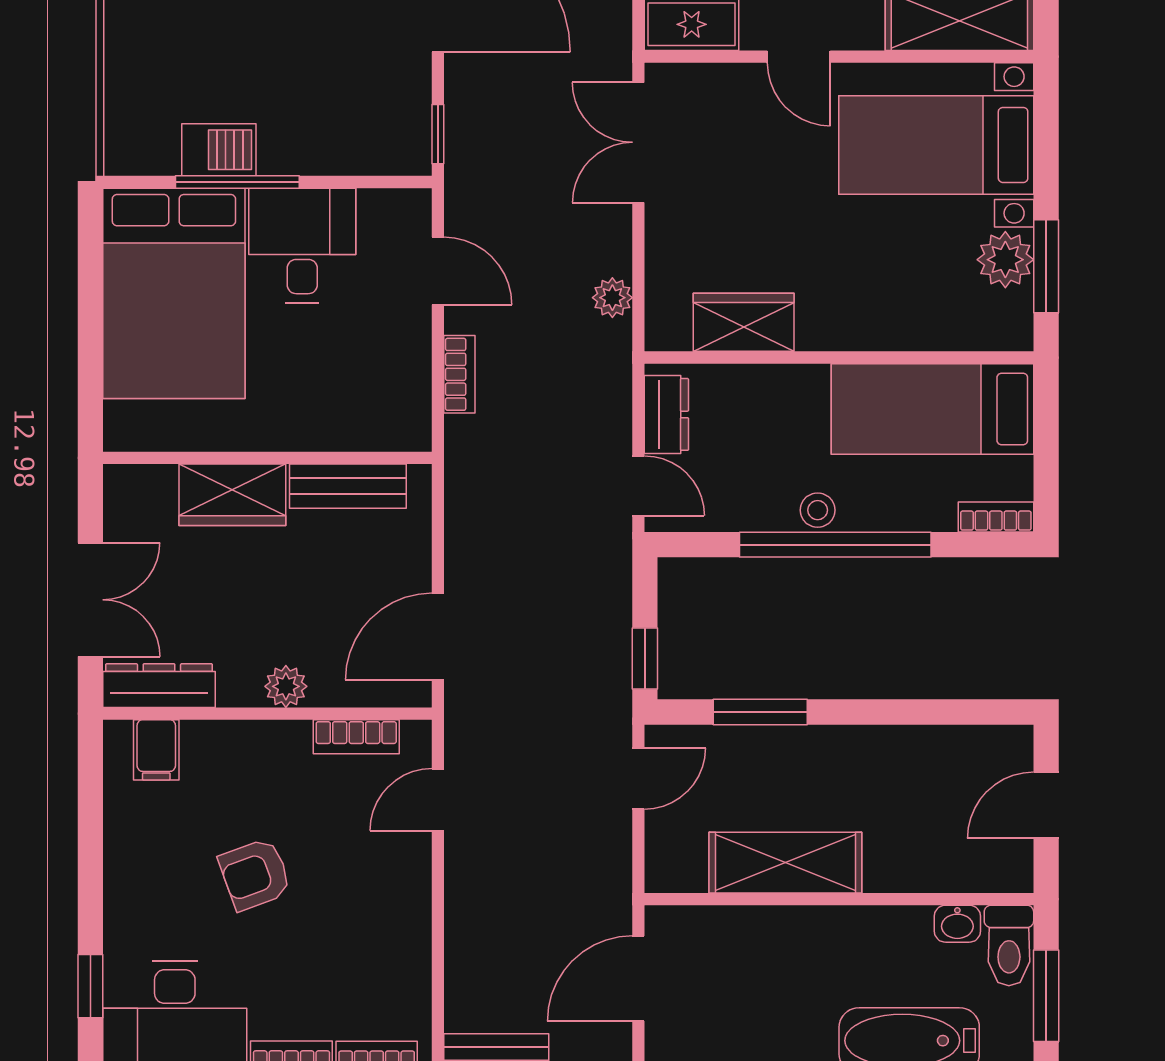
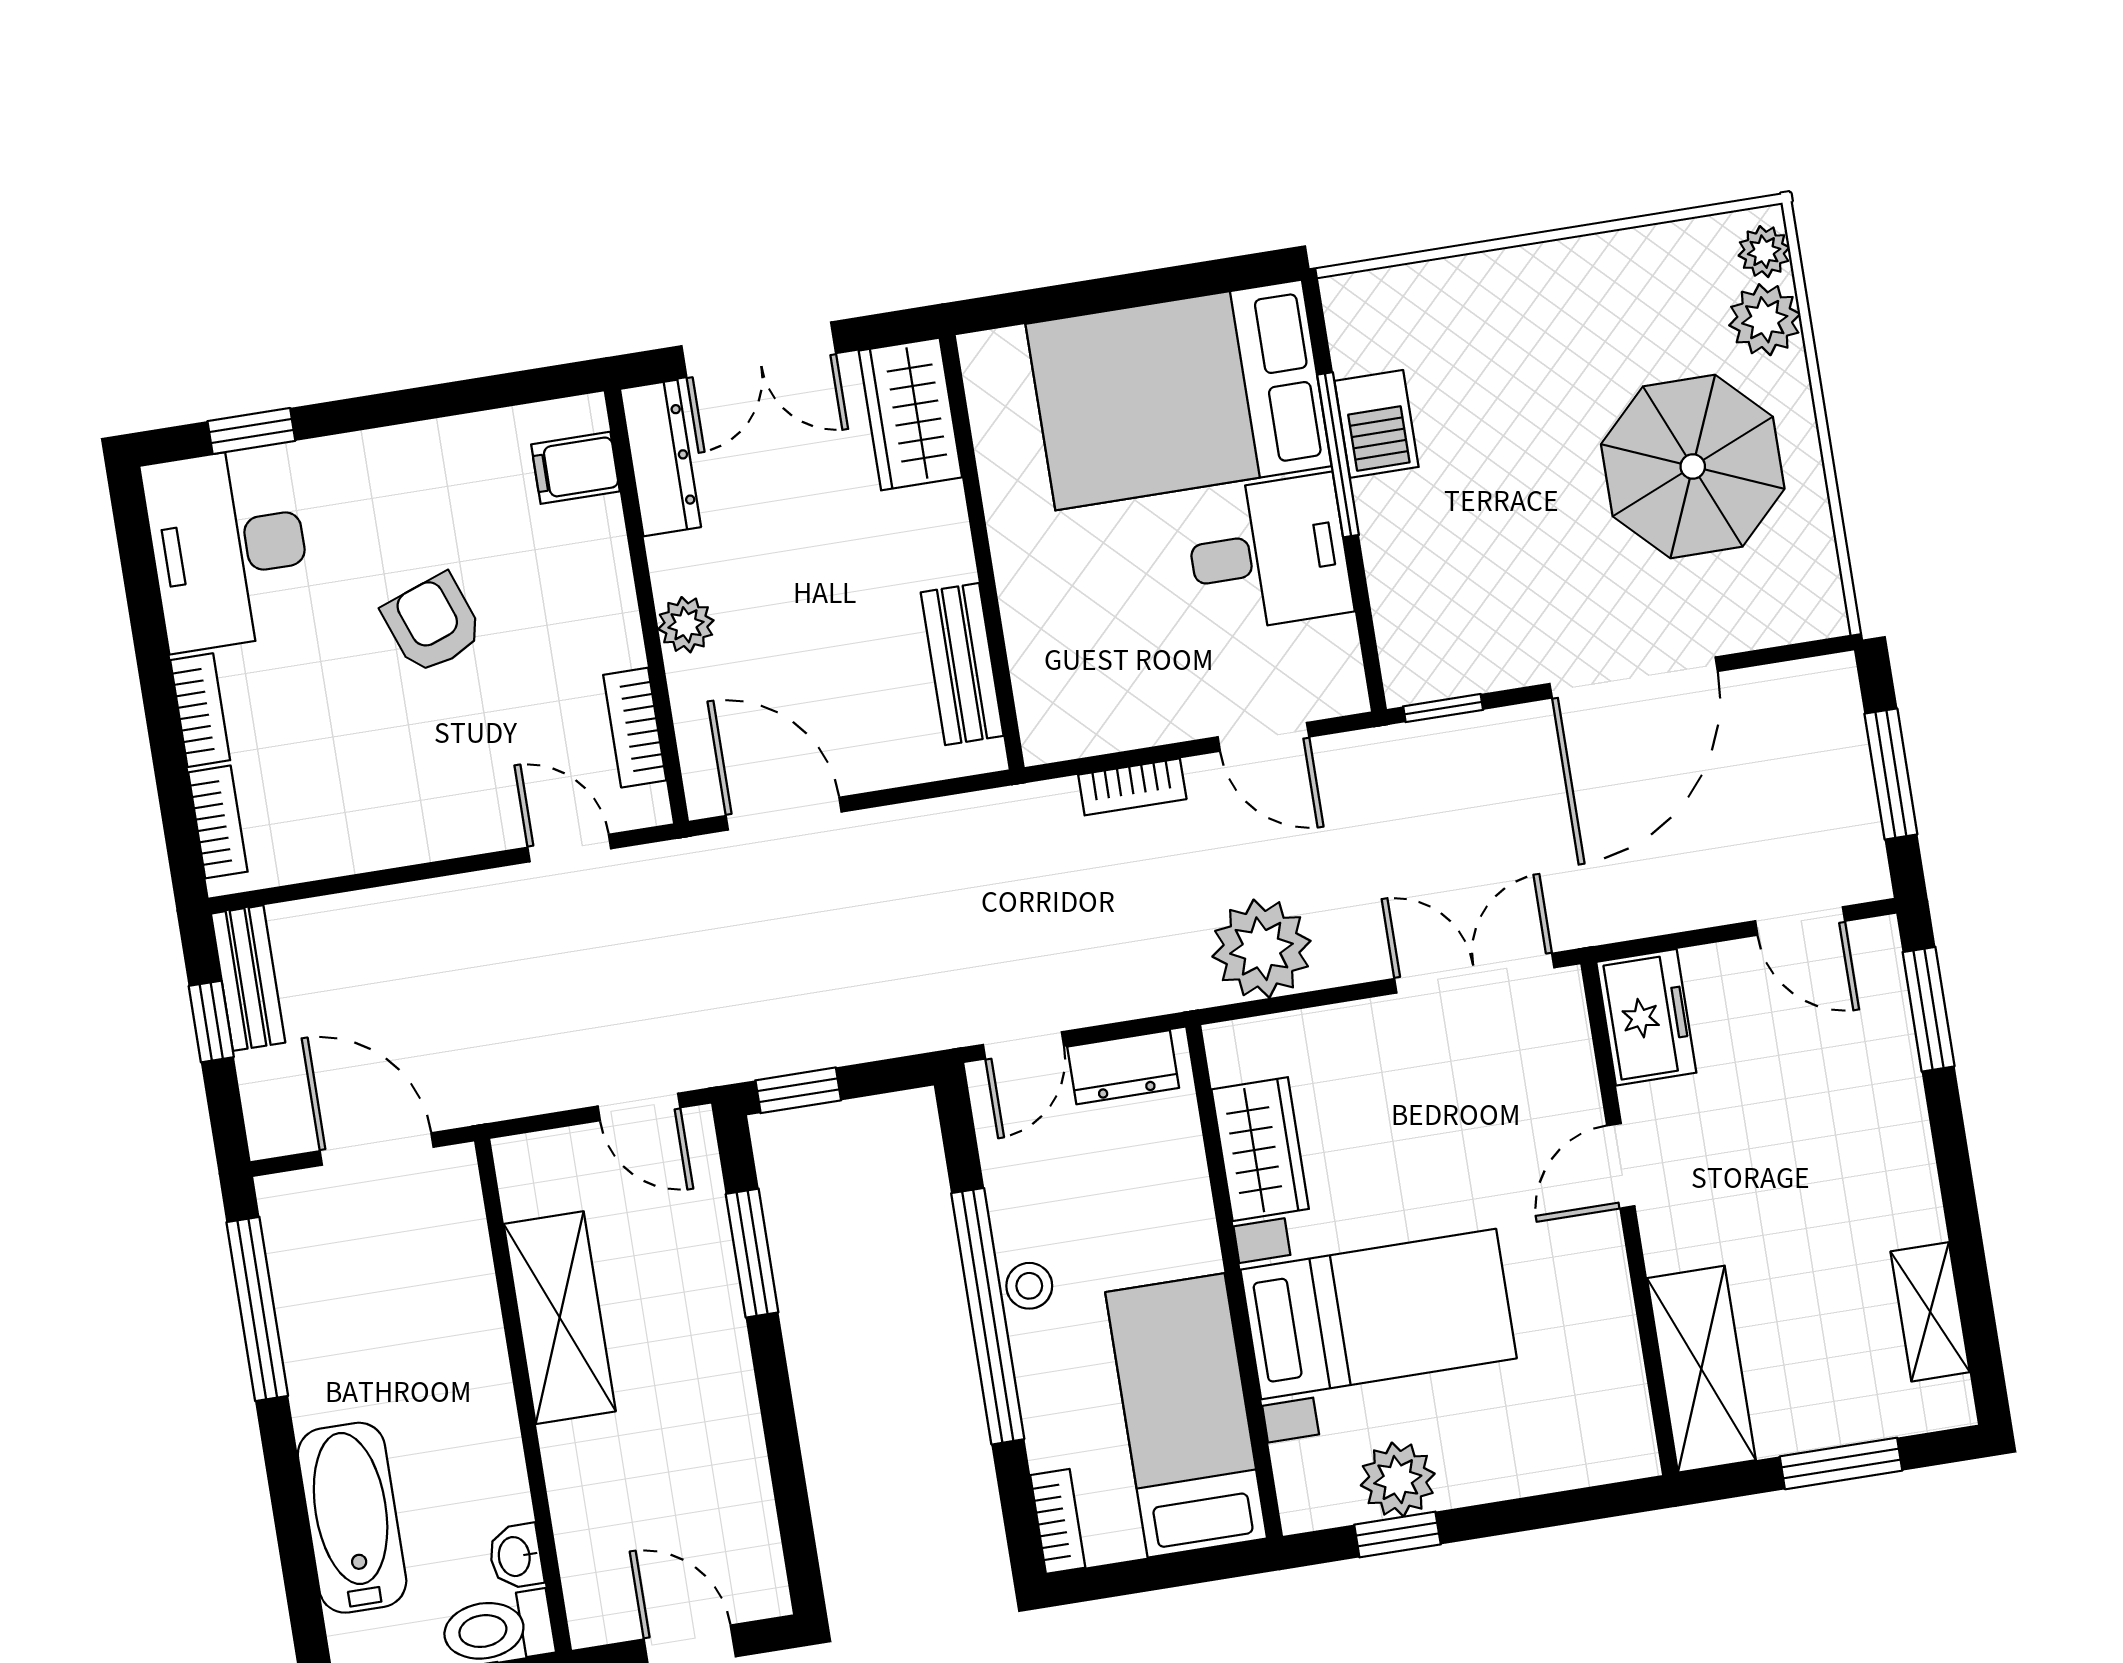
bed with nightstands: (936, 145) -> (1379, 1314), moved, turned 90
window: (1046, 266) -> (1397, 1535), width x0.67
door: (438, 271) -> (1263, 737), hinge flipped
plant: (612, 298) -> (1261, 949), width x1.88, depth x1.88
wardrobe: (232, 495) -> (910, 414), moved

